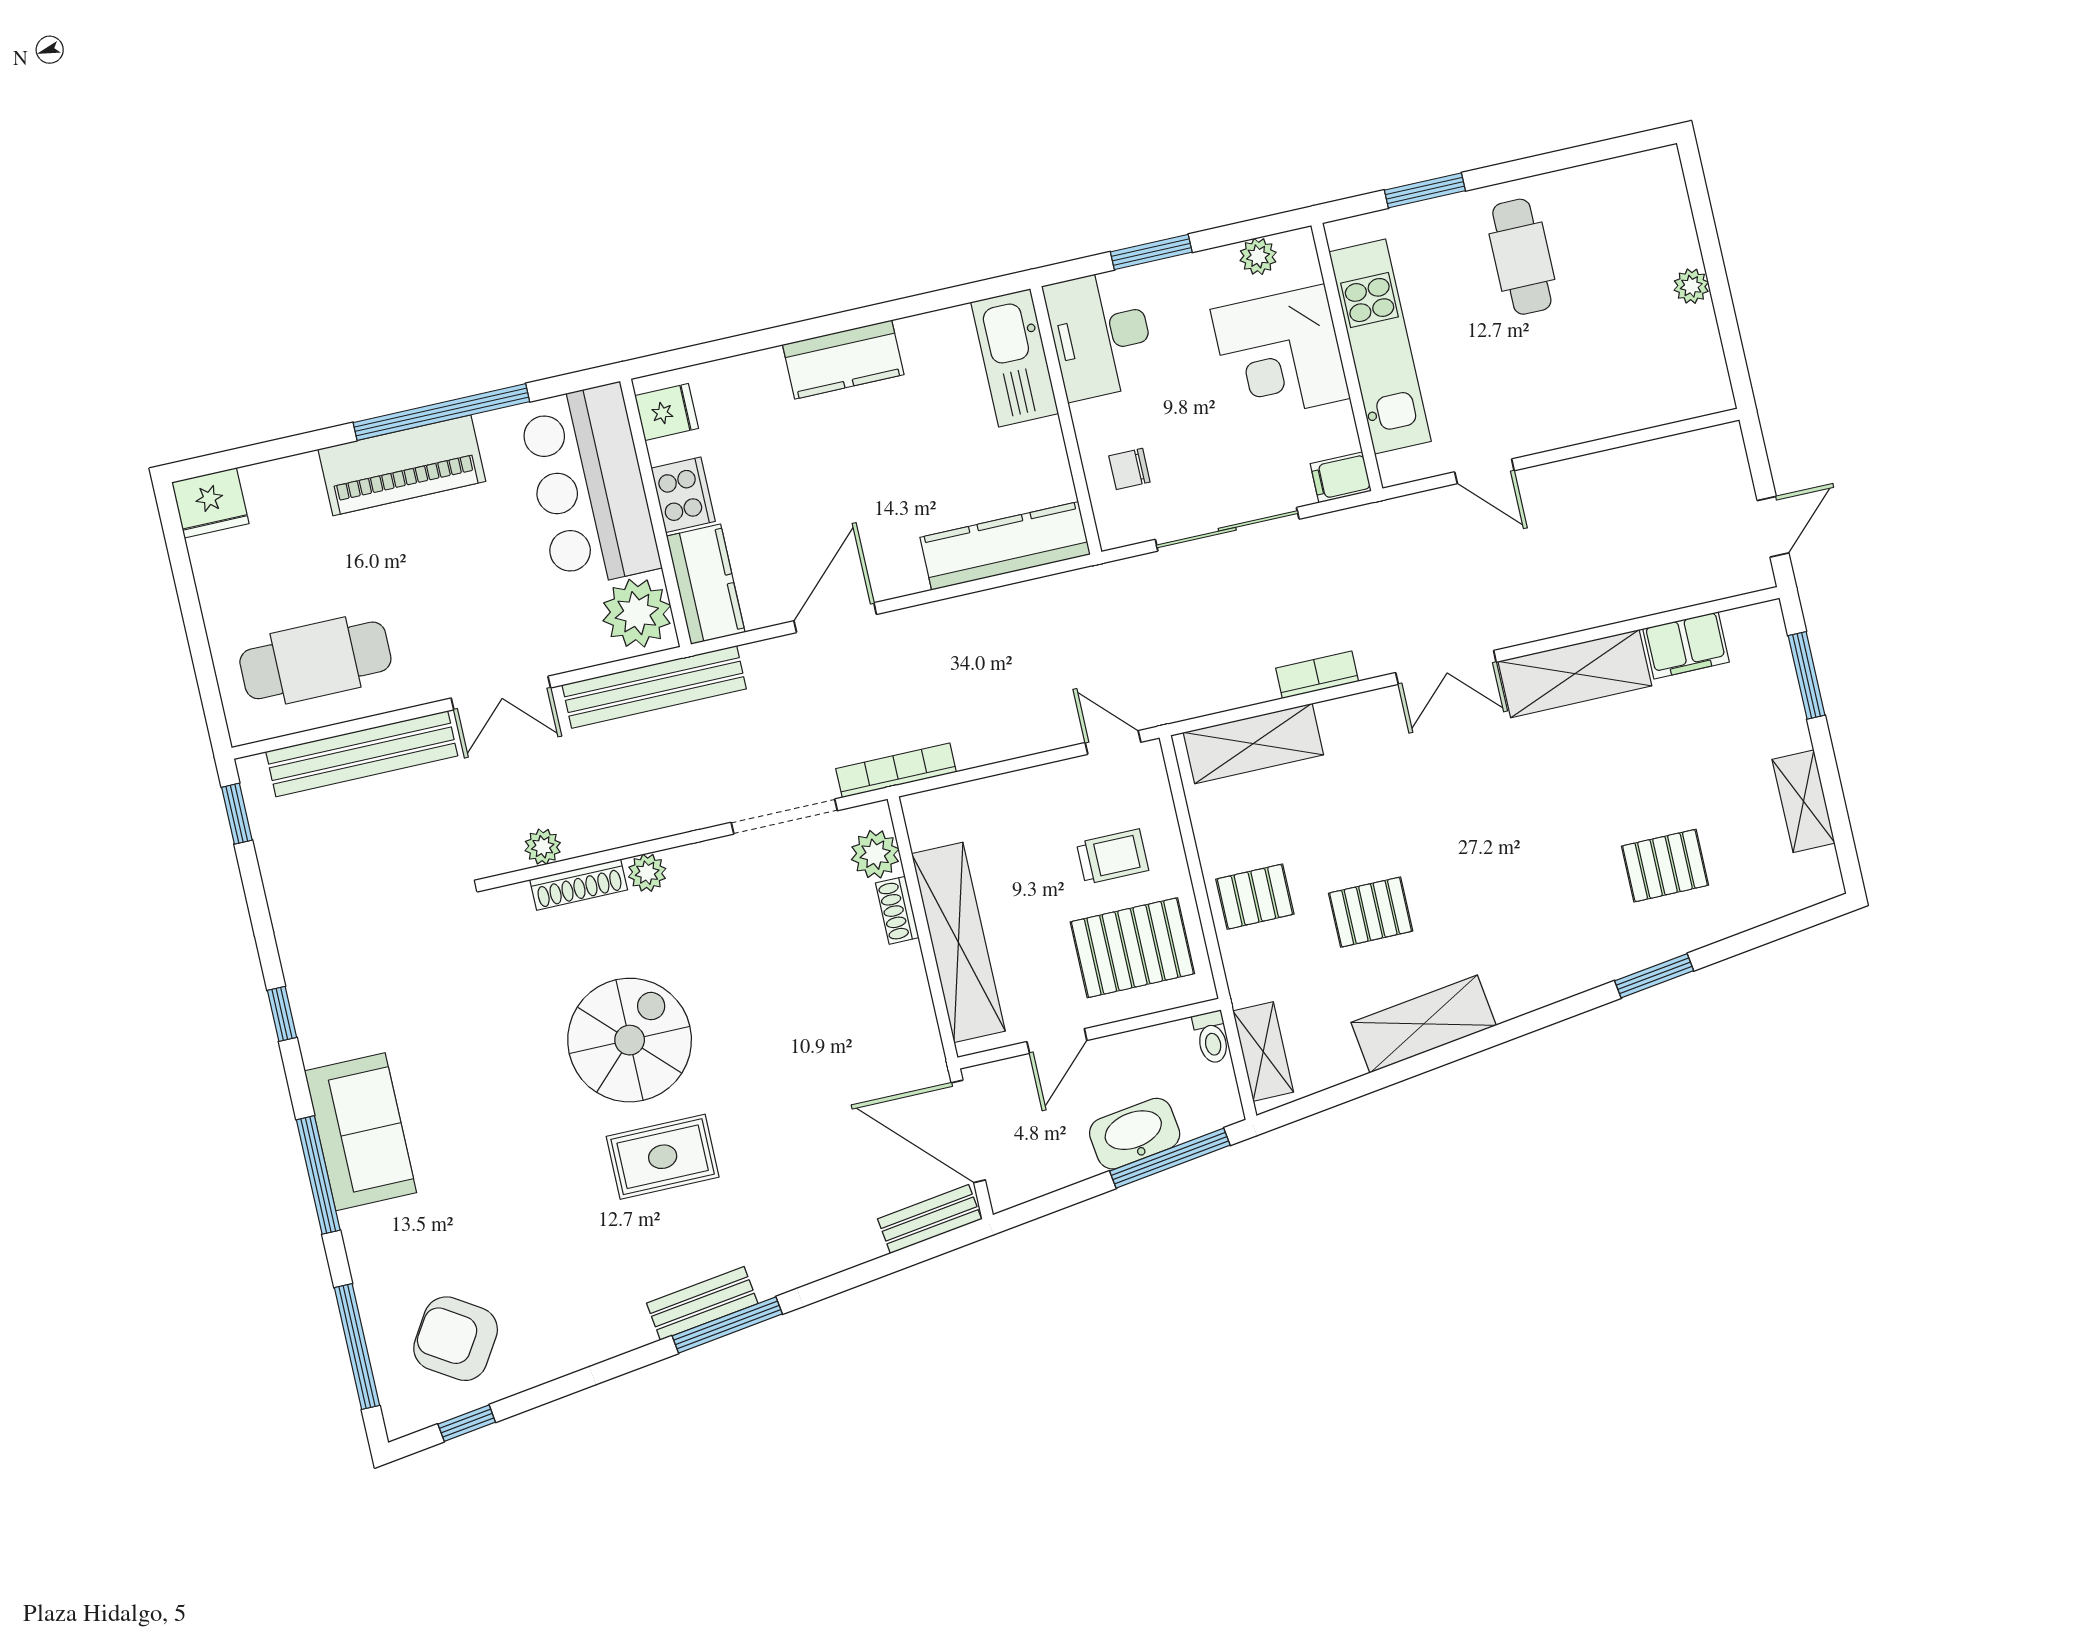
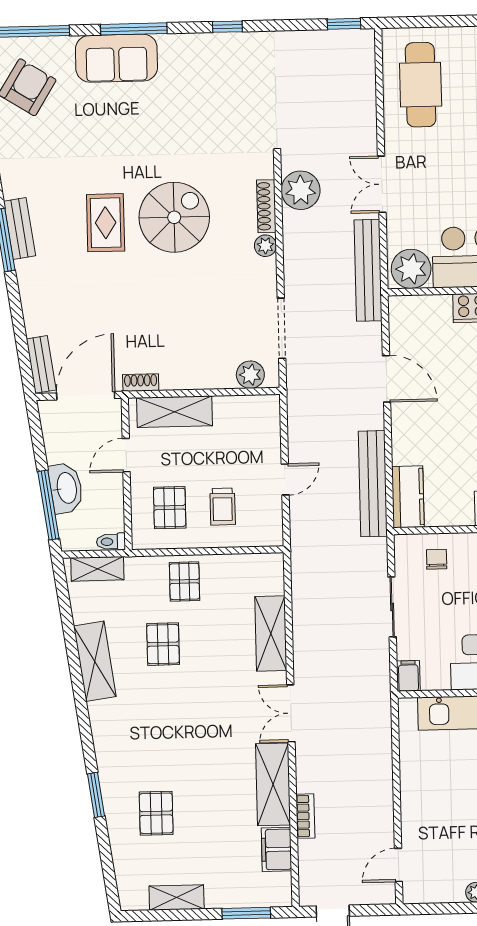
door: (1484, 471) -> (398, 865), moved
sliding door: (1227, 529) -> (392, 607), width x0.73
kitchen counter: (1005, 546) -> (408, 497), width x0.67
kitchen counter: (706, 584) -> (420, 310), removed
bookcase: (1317, 675) -> (305, 816), moved
door: (1113, 742) -> (285, 479), moved
shelving: (1253, 744) -> (271, 633), moved
bench: (362, 754) -> (373, 484), moved
bookcase: (896, 770) -> (295, 396), removed
plant: (543, 847) -> (301, 190), width x1.88, depth x1.88
shoe rack: (897, 910) -> (141, 383), moved
shelving: (958, 942) -> (175, 412), width x0.68
pallet: (1132, 948) -> (170, 508), width x0.67, depth x0.71
spiral stairs: (630, 1040) -> (174, 217), turned -90
door: (1057, 1041) -> (126, 455), hinge flipped
sofa: (360, 1132) -> (116, 58), moved

